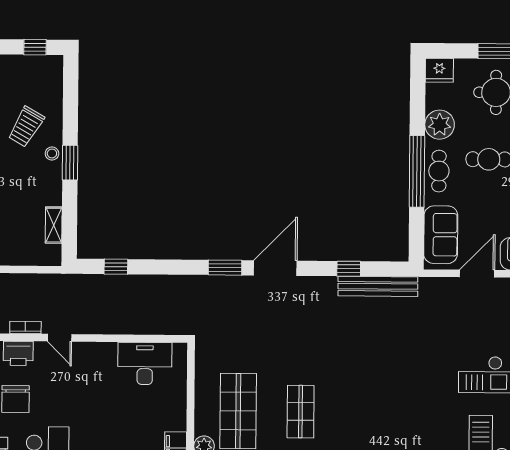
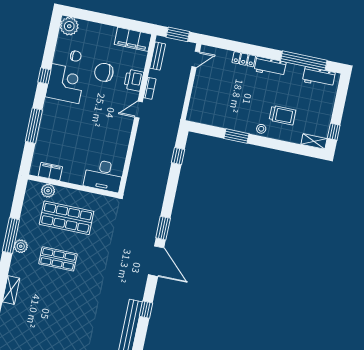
trolley: (26, 127) -> (282, 115), turned 150
window: (70, 163) -> (236, 136), moved
shelving: (54, 225) -> (314, 141), moved
desk: (145, 363) -> (104, 176), moved, turned 90

